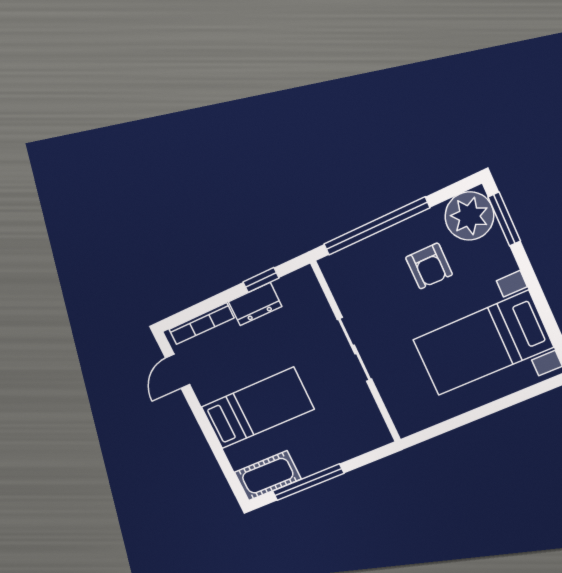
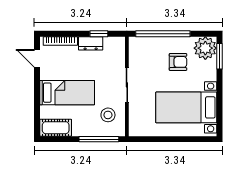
armchair: (429, 266) -> (178, 62), turned -90
door: (178, 371) -> (37, 58), hinge flipped
stool: (346, 417) -> (108, 115), added
window: (308, 482) -> (99, 139), moved

